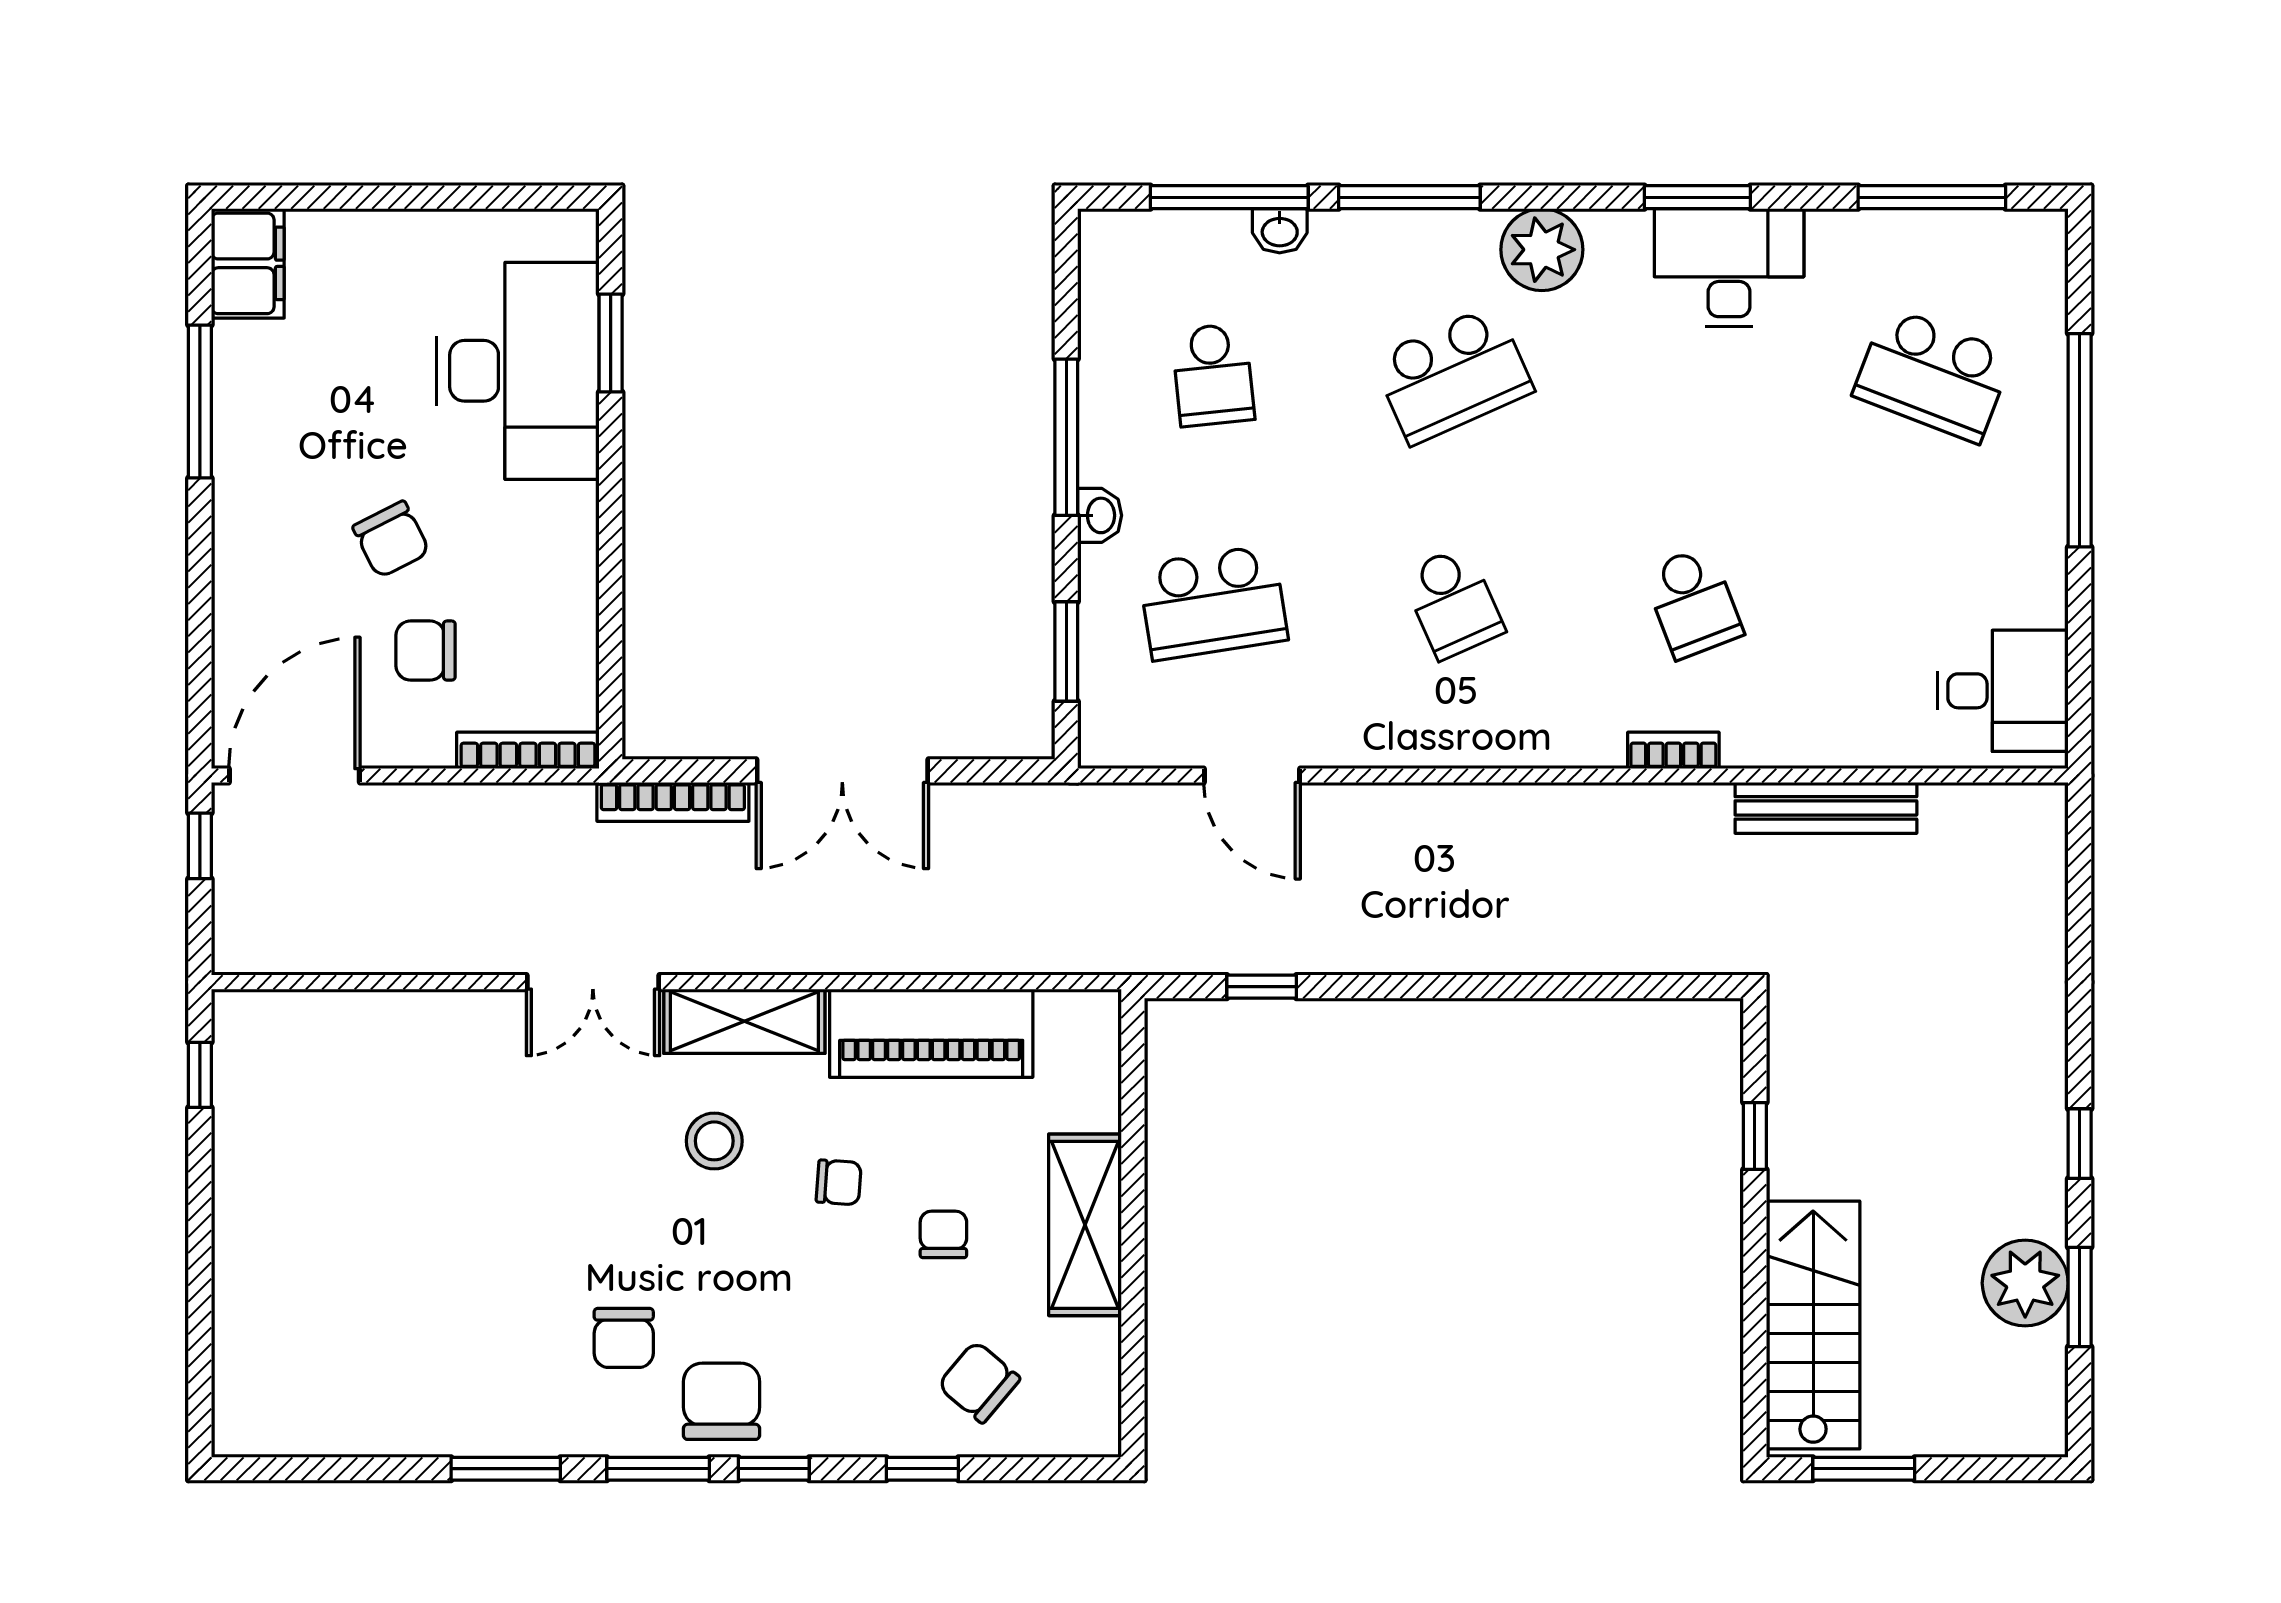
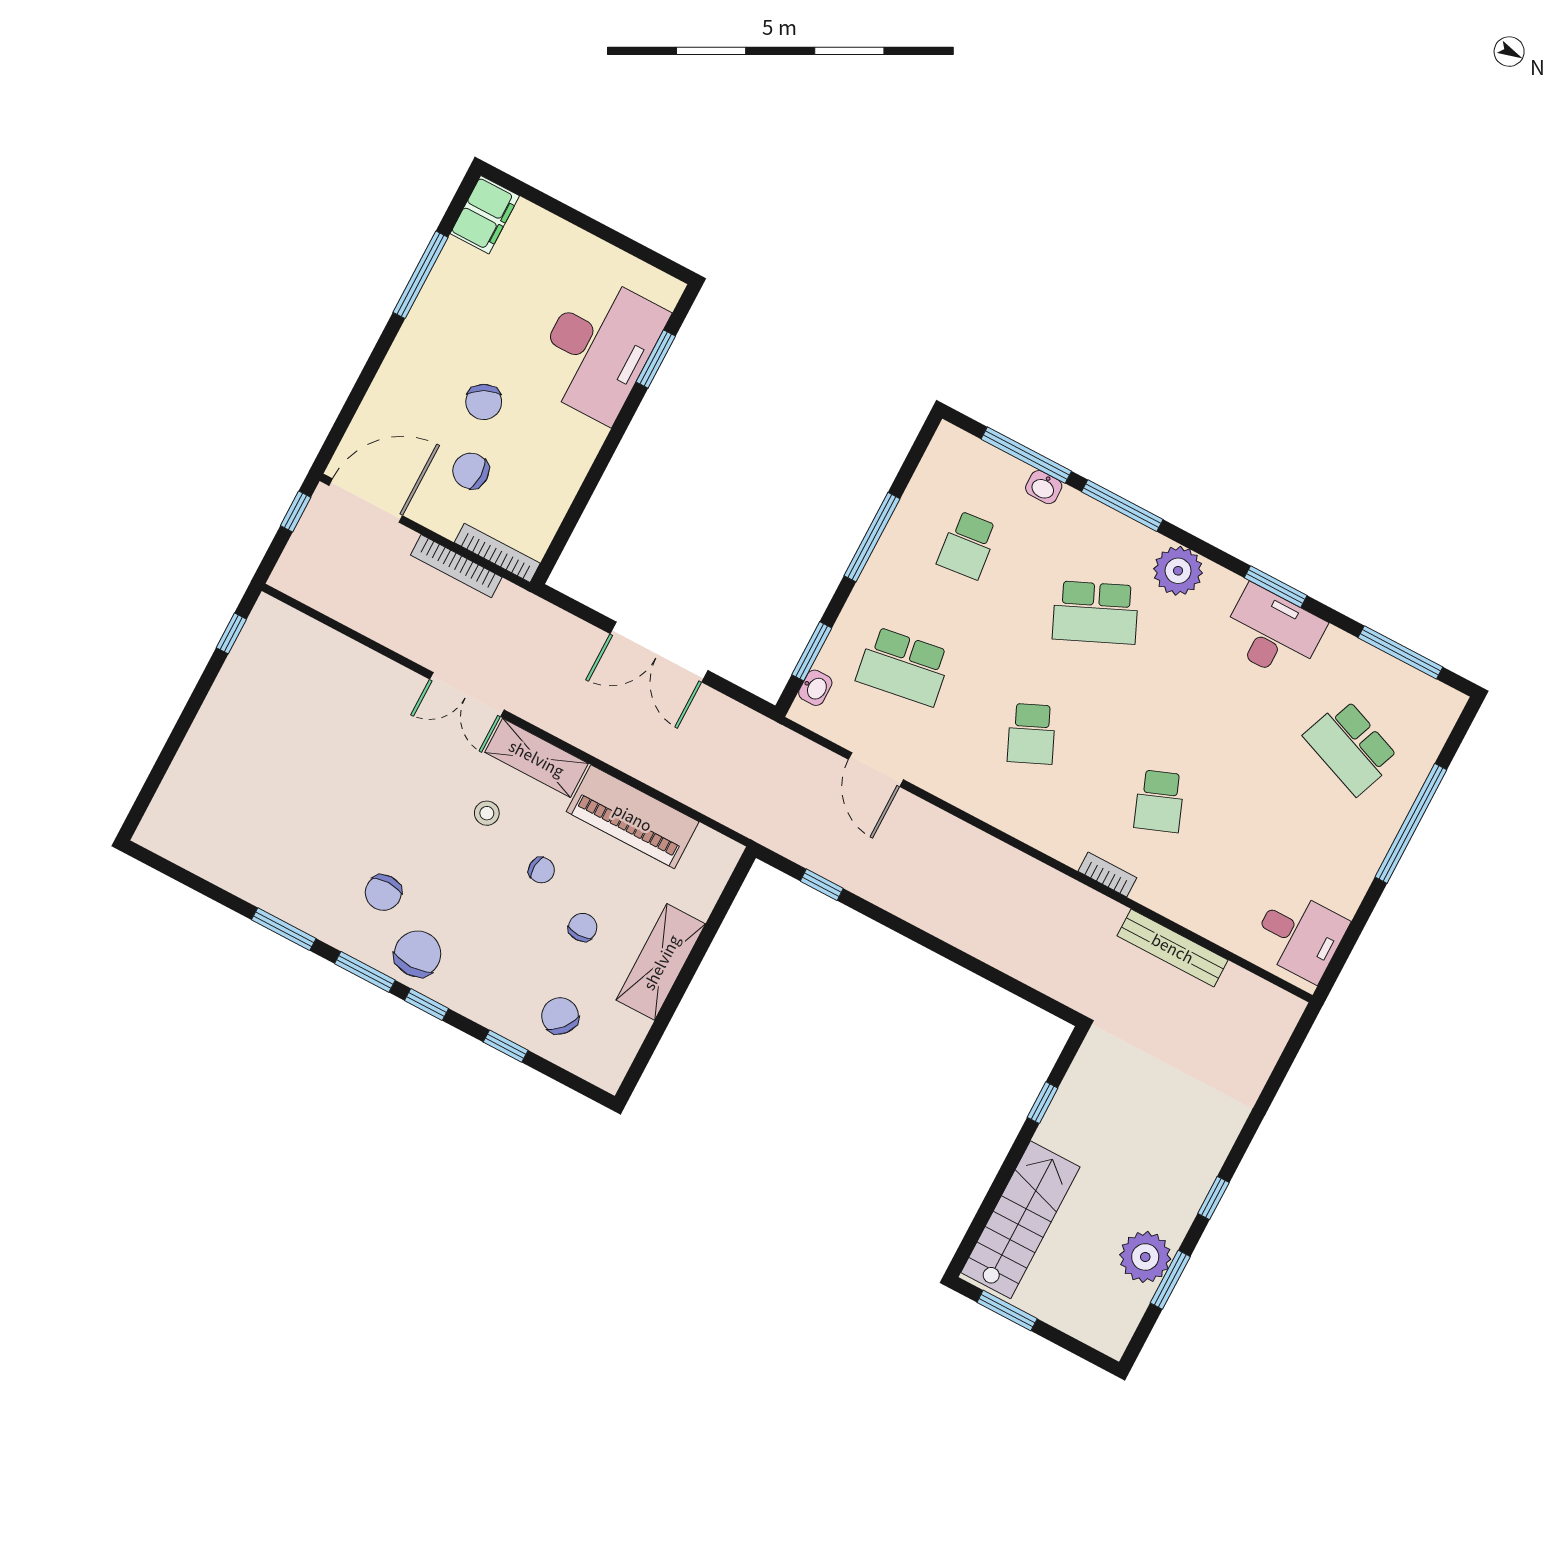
washbasin: (1100, 515) -> (815, 688), moved
bookcase: (673, 802) -> (456, 566), moved
stool: (714, 1141) -> (487, 813), width x0.73, depth x0.73

